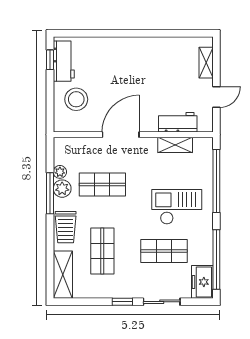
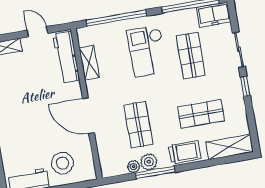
workbench: (178, 122) -> (66, 57), width x1.38

